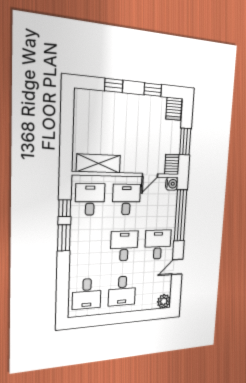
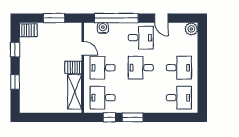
server rack: (172, 164) -> (73, 67), moved
water cooler: (172, 184) -> (103, 28), moved
desk: (158, 245) -> (141, 38), turned 180

